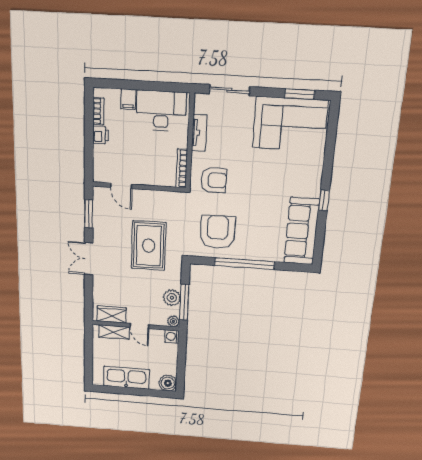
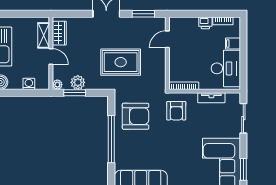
window: (184, 302) -> (75, 93), width x0.69
door: (139, 326) -> (51, 56), swing flipped
washing machine: (172, 336) -> (29, 84), moved

